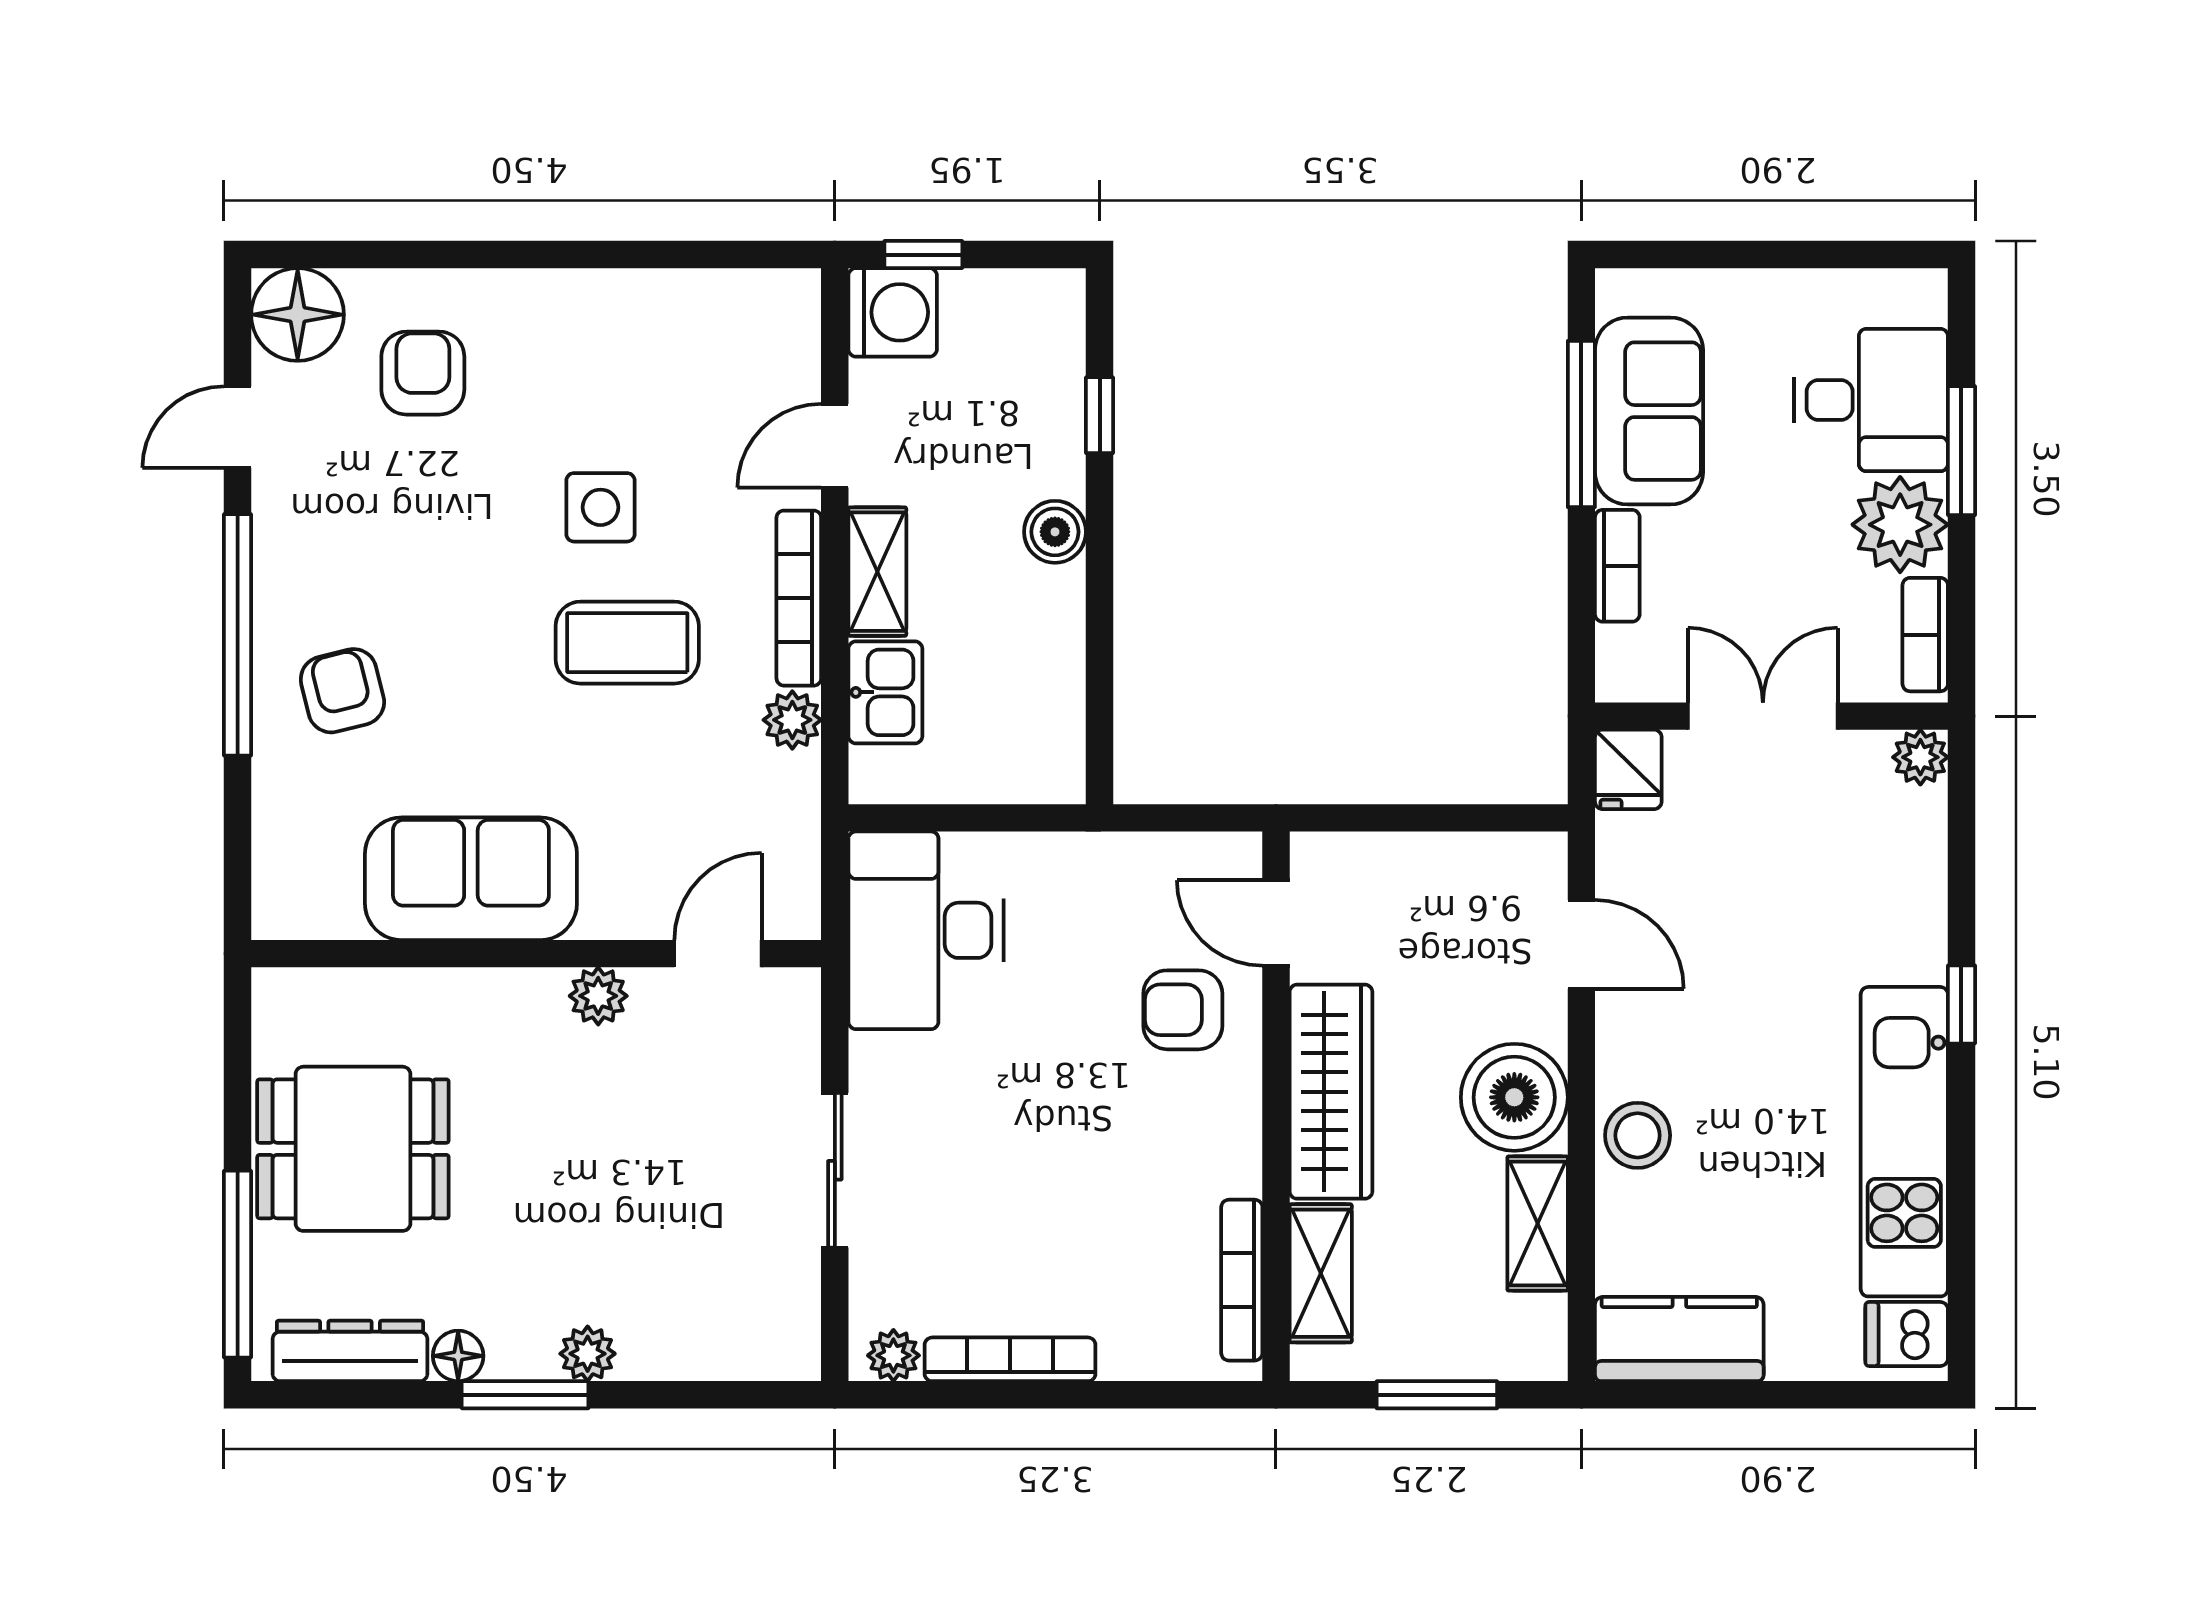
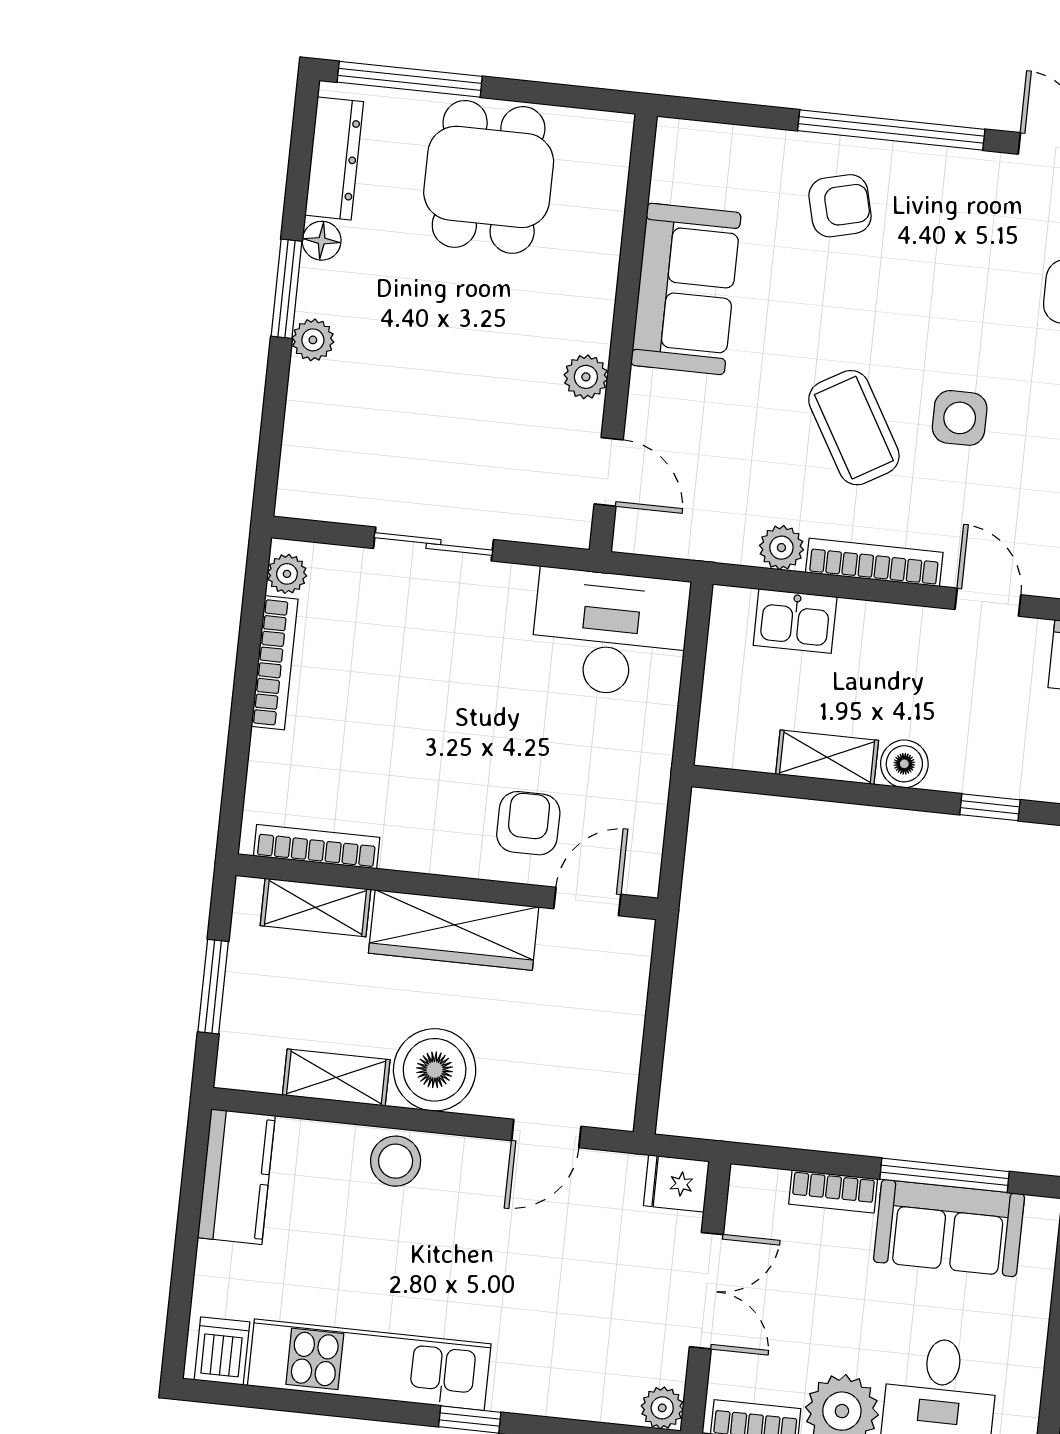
shelving: (877, 572) -> (827, 757), moved
coffee table: (627, 643) -> (854, 428), turned -30

